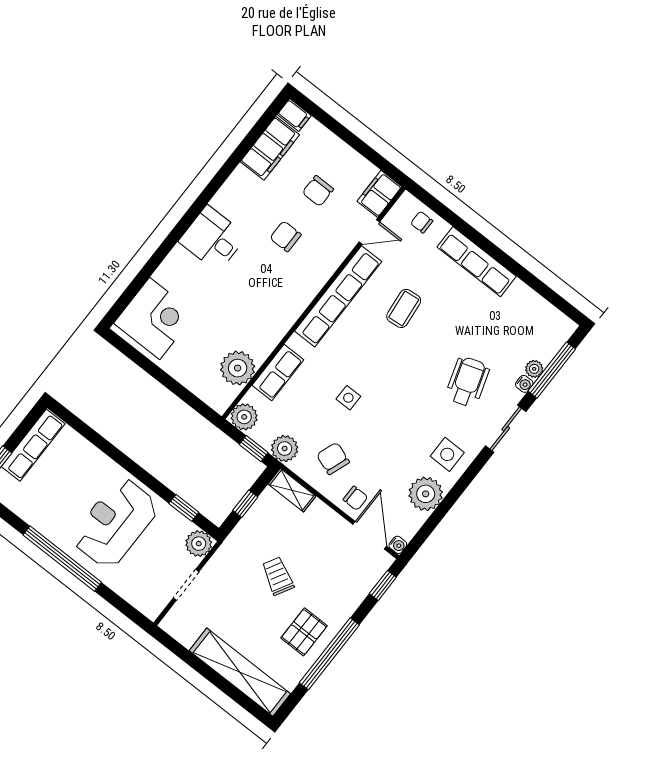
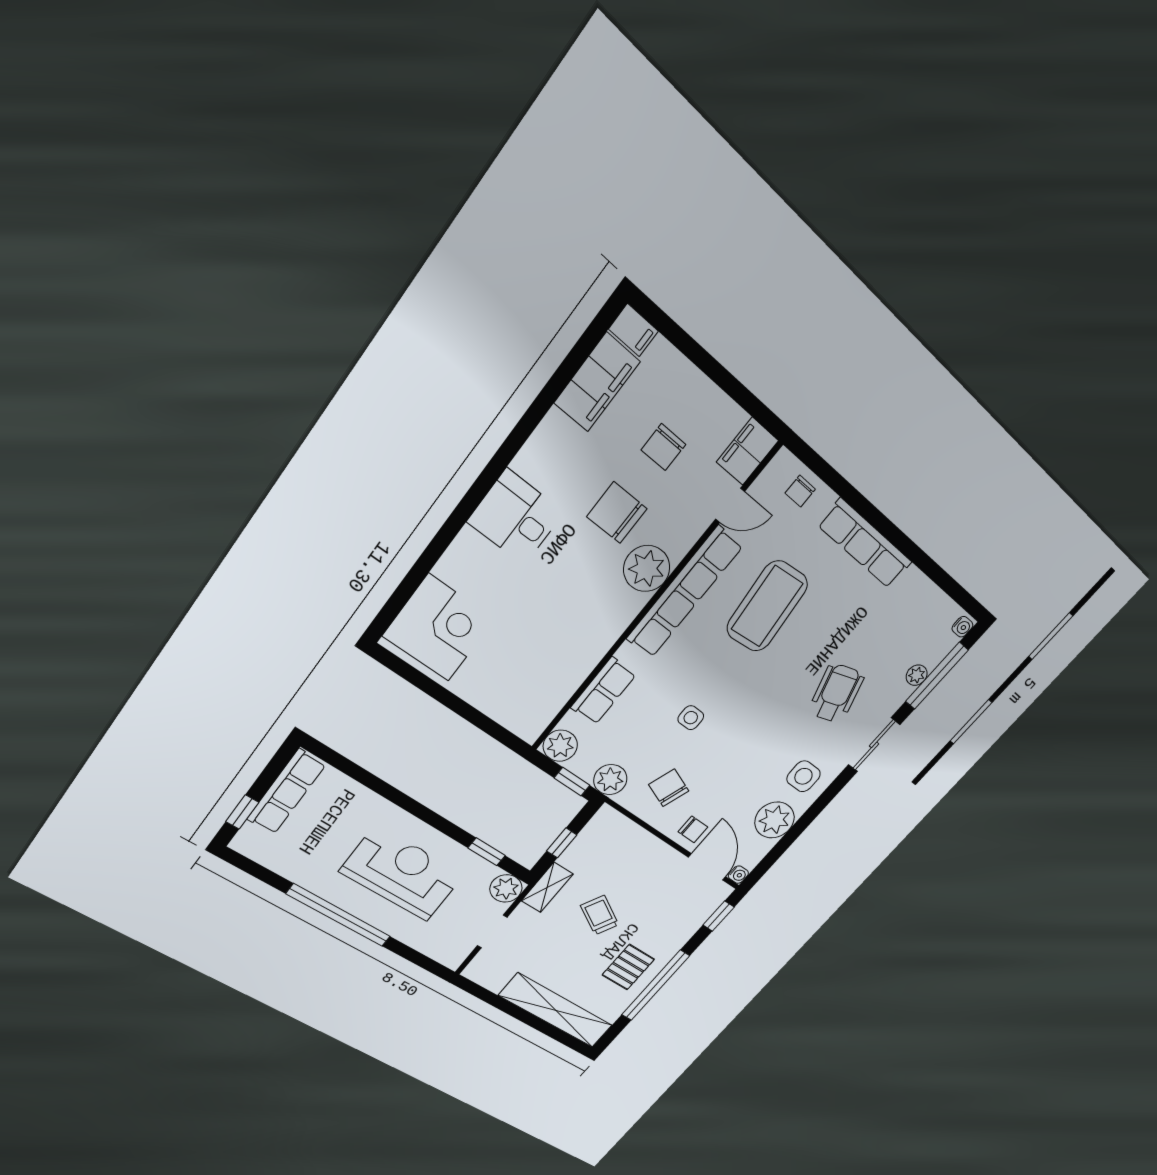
chair: (422, 222) -> (800, 491), turned -90
chair: (286, 236) -> (617, 513), width x1.37, depth x1.37
coffee table: (404, 308) -> (767, 606), width x1.86, depth x1.72
plant: (238, 368) -> (647, 569), moved
water cooler: (524, 384) -> (962, 627), moved
shelving: (292, 490) -> (547, 887), moved, turned 90
reception desk: (115, 523) -> (402, 873), turned 90

